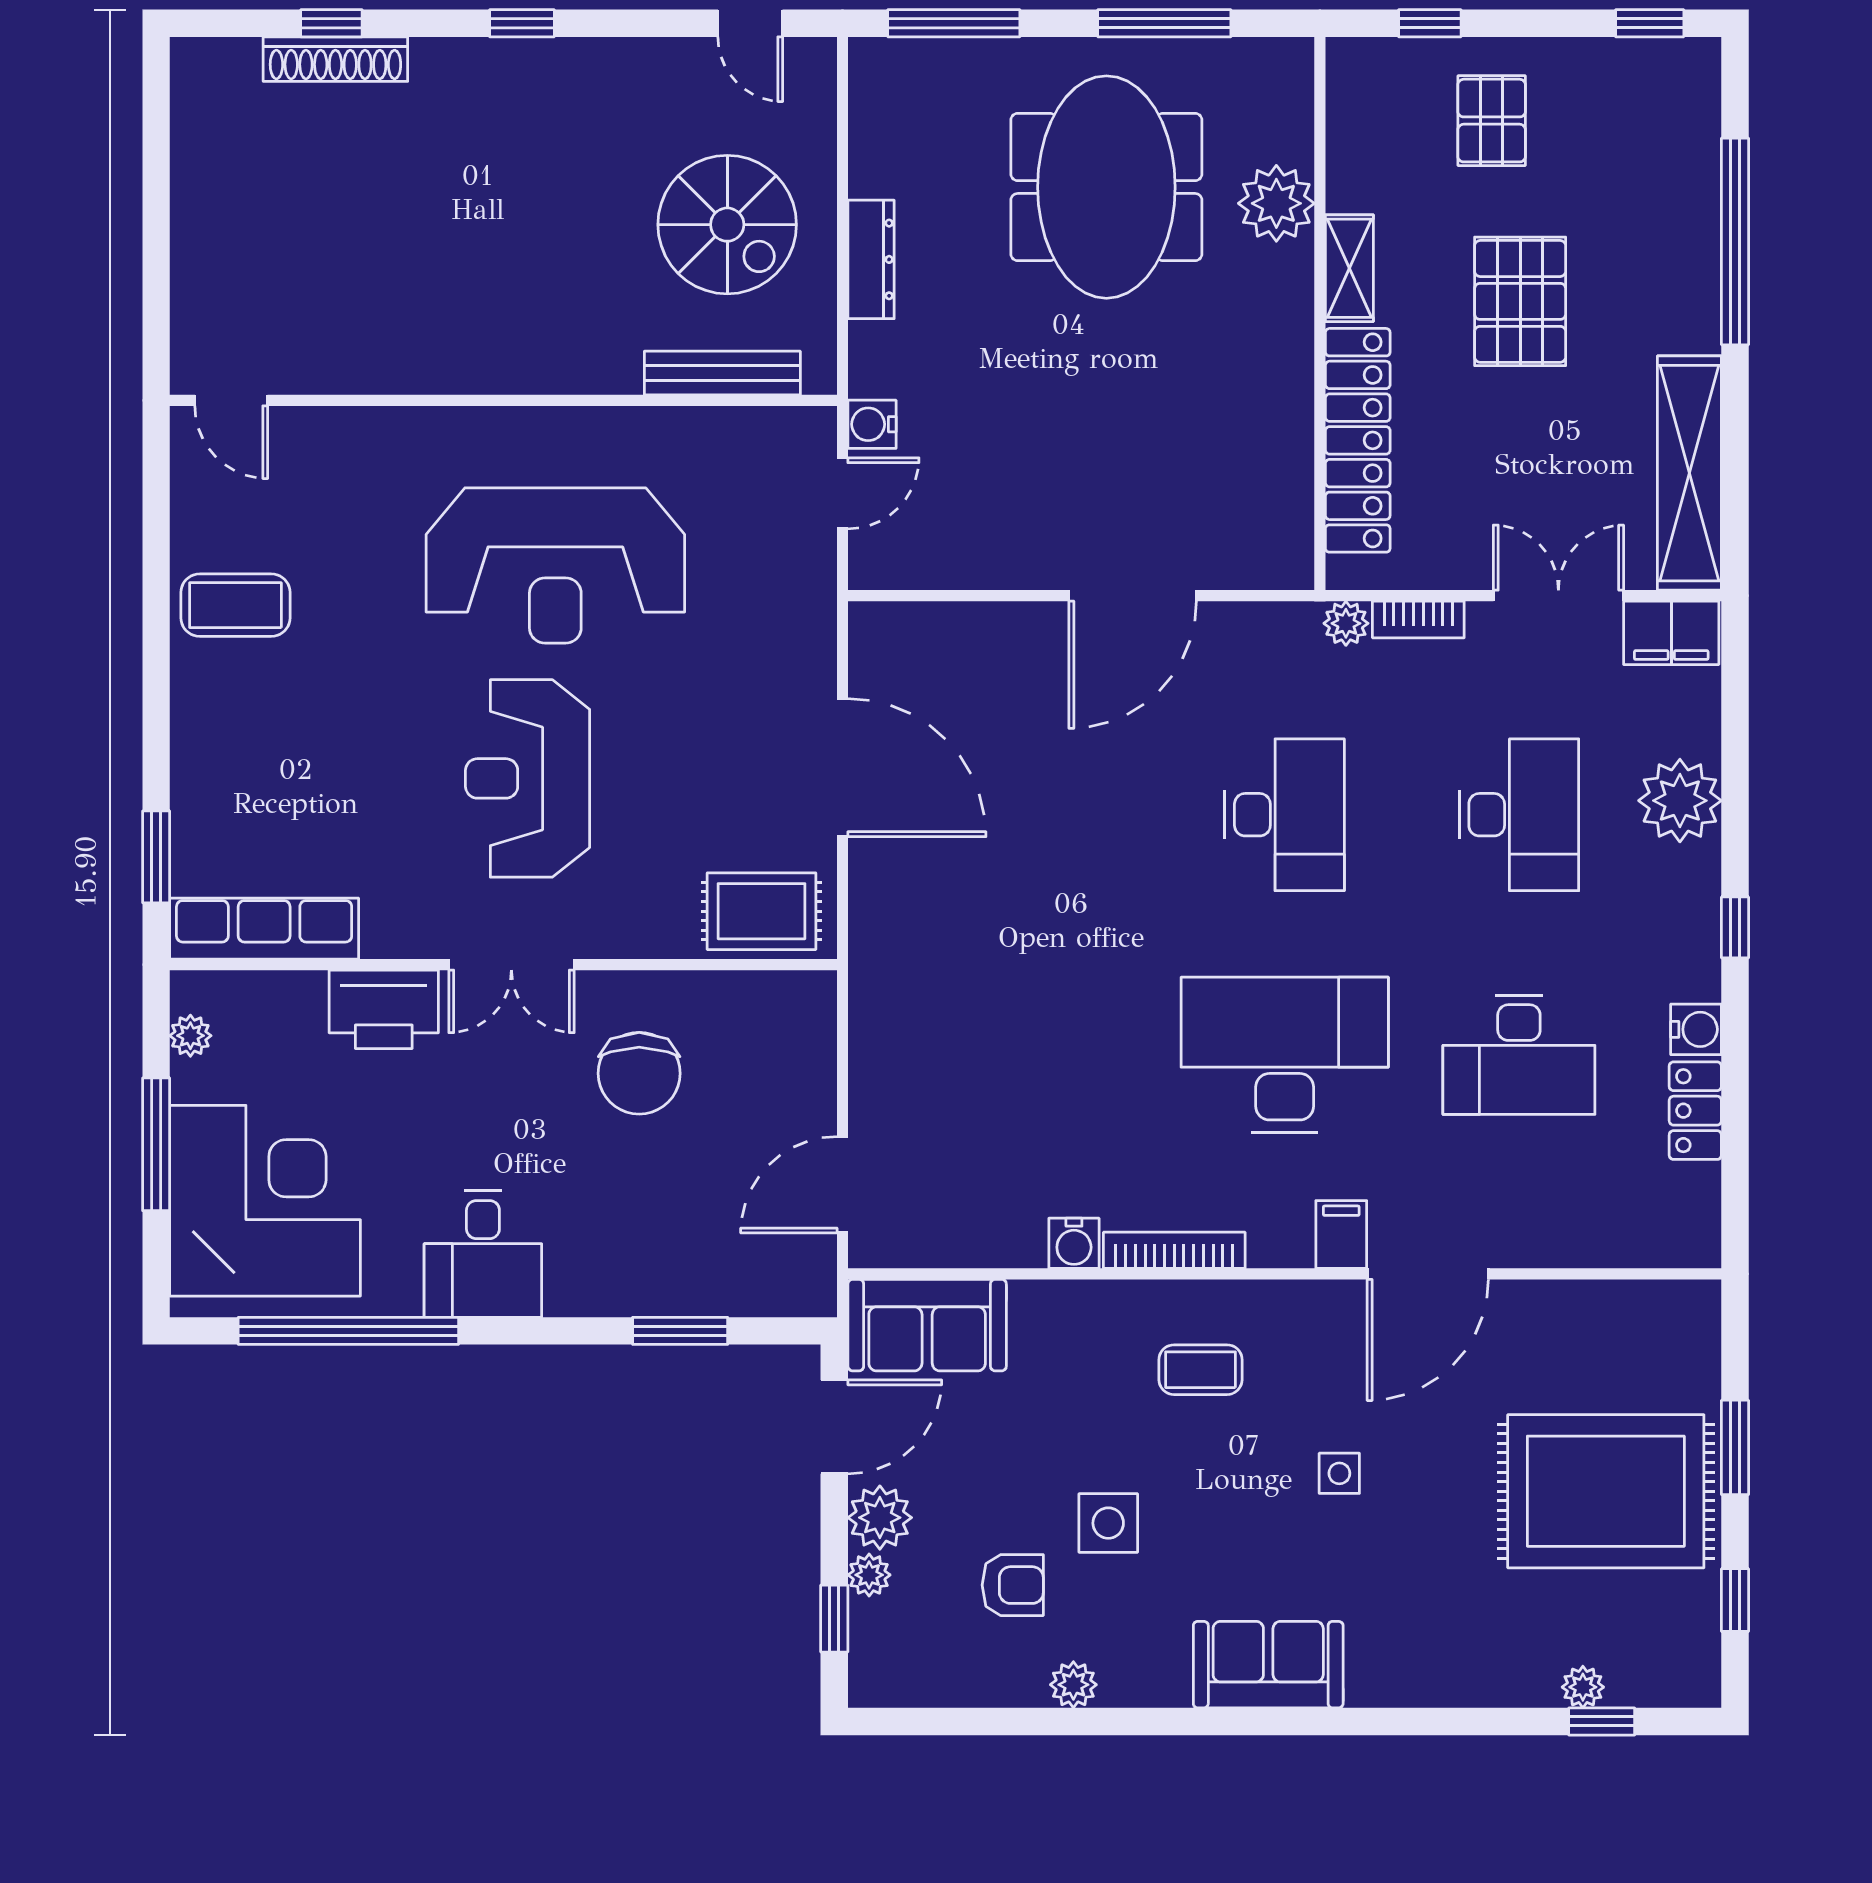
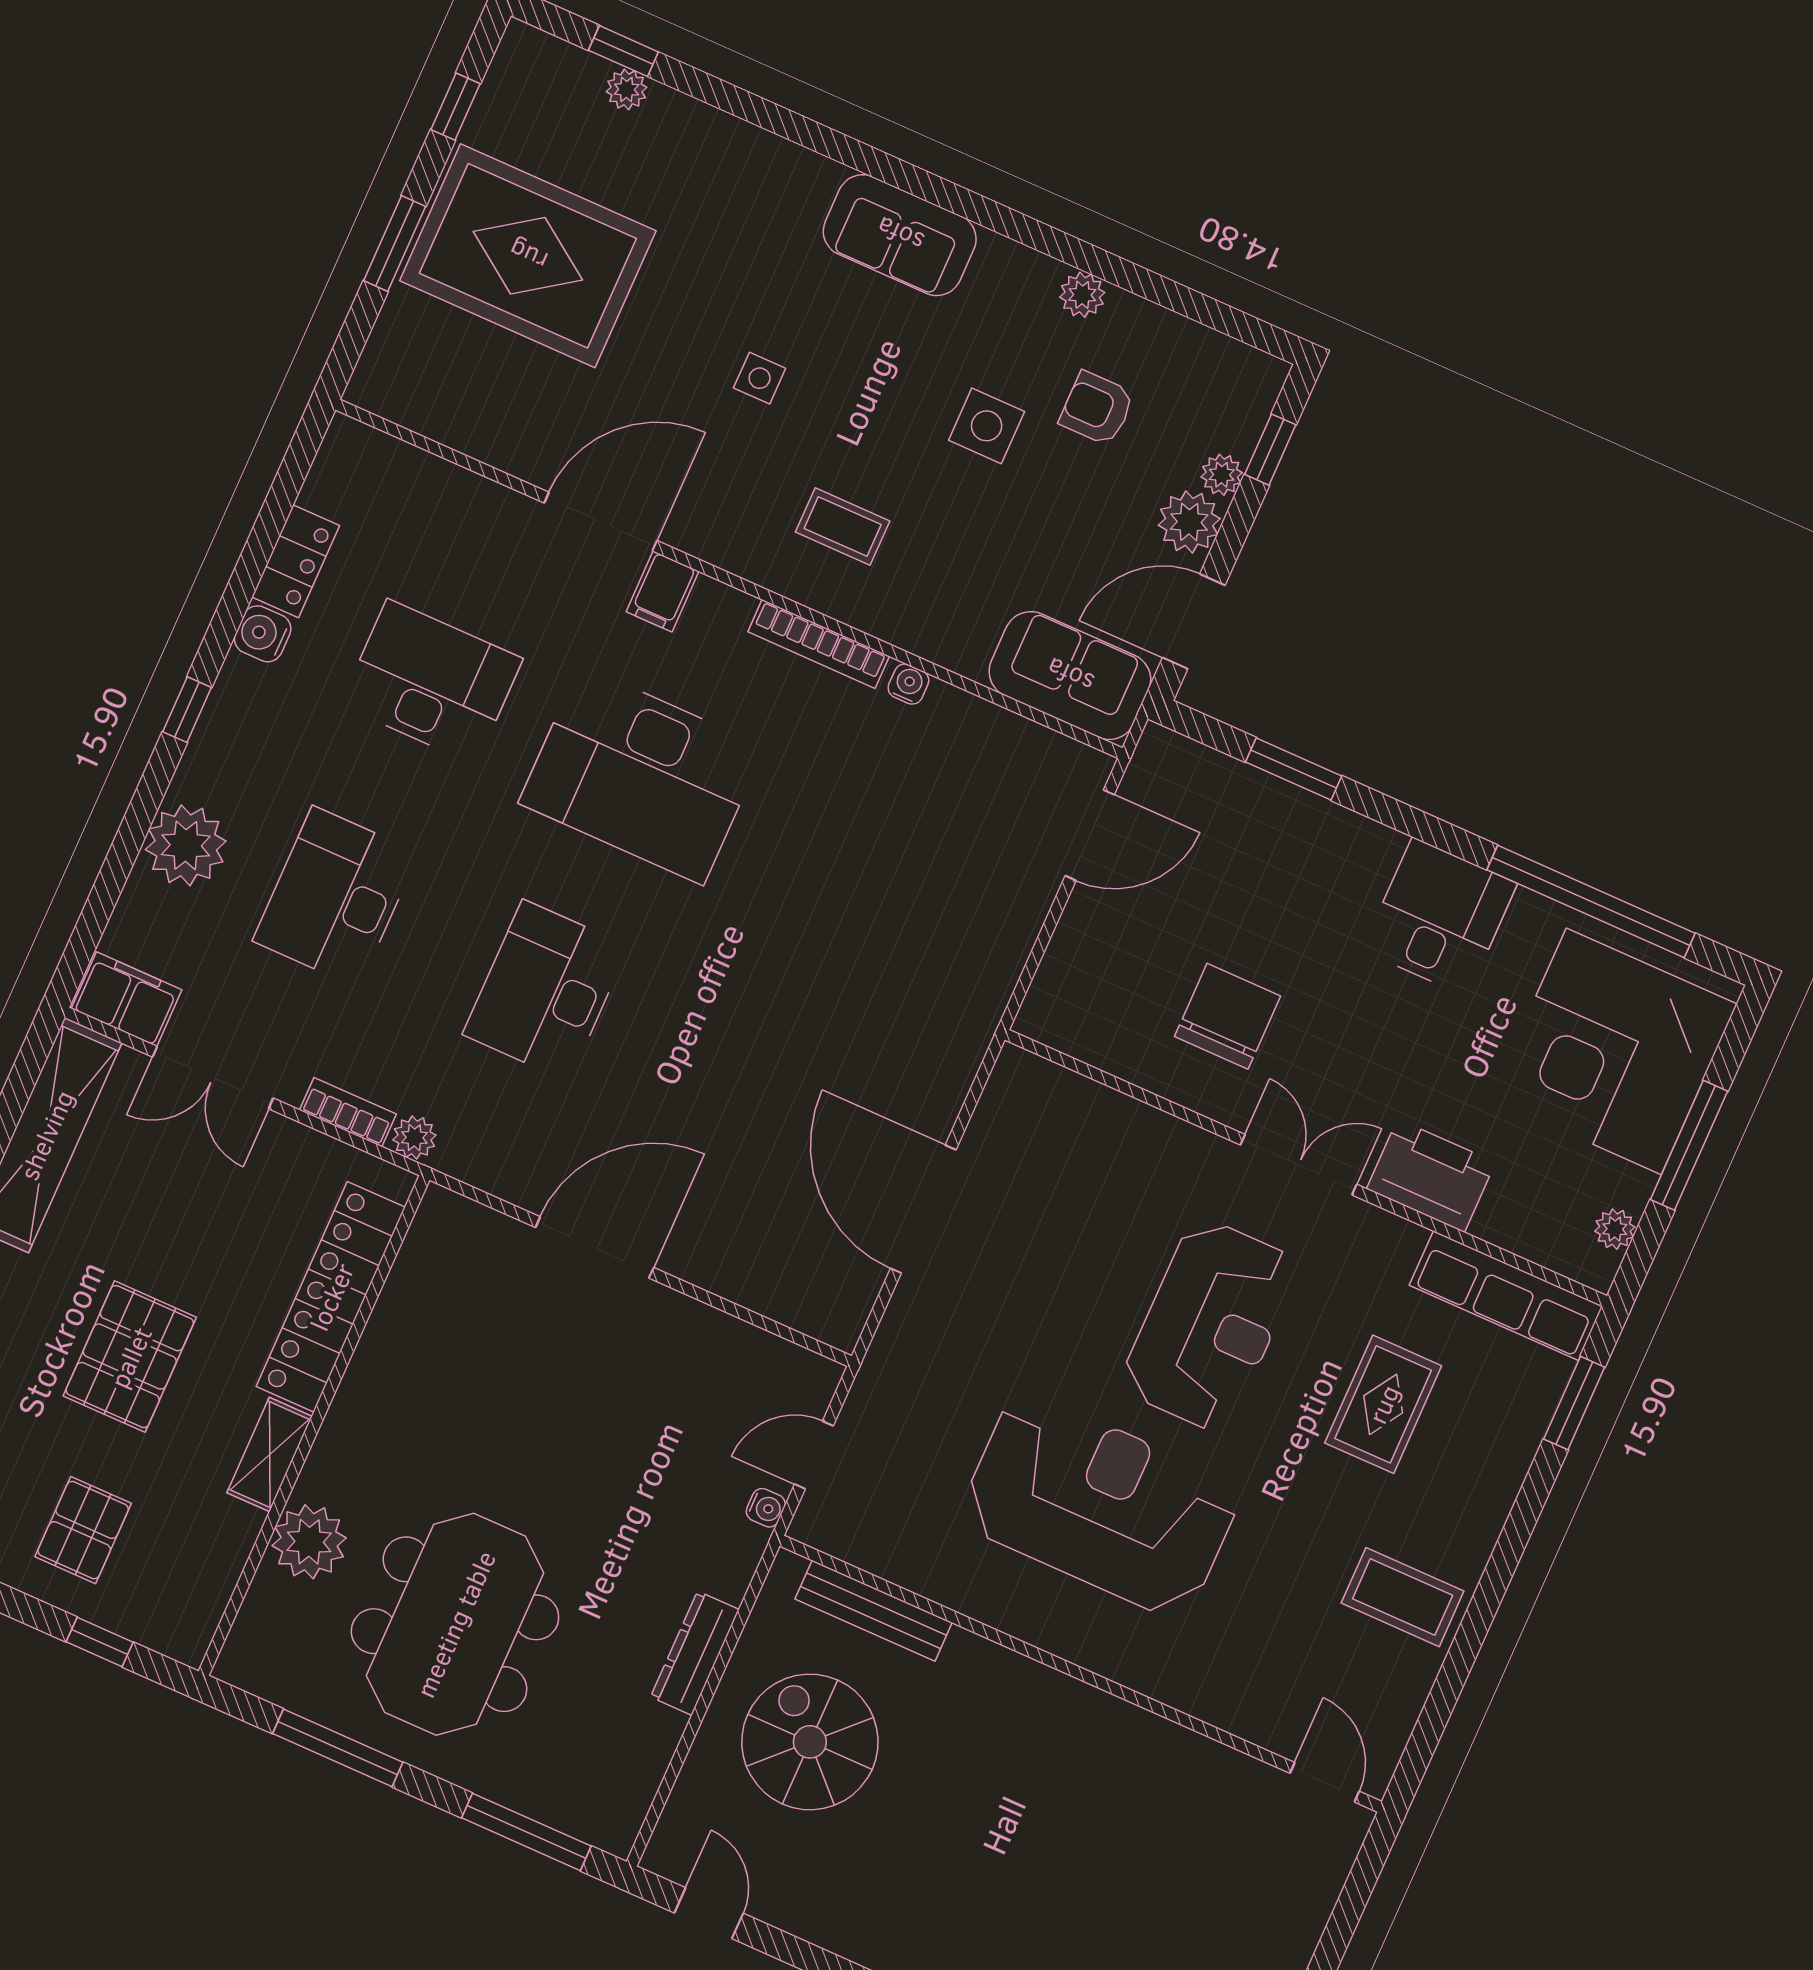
water cooler: (872, 424) -> (766, 1508), width x0.72, depth x0.72
rug: (762, 911) -> (1383, 1404), moved, turned 90
water cooler: (1074, 1243) -> (908, 684), width x0.72, depth x0.72

